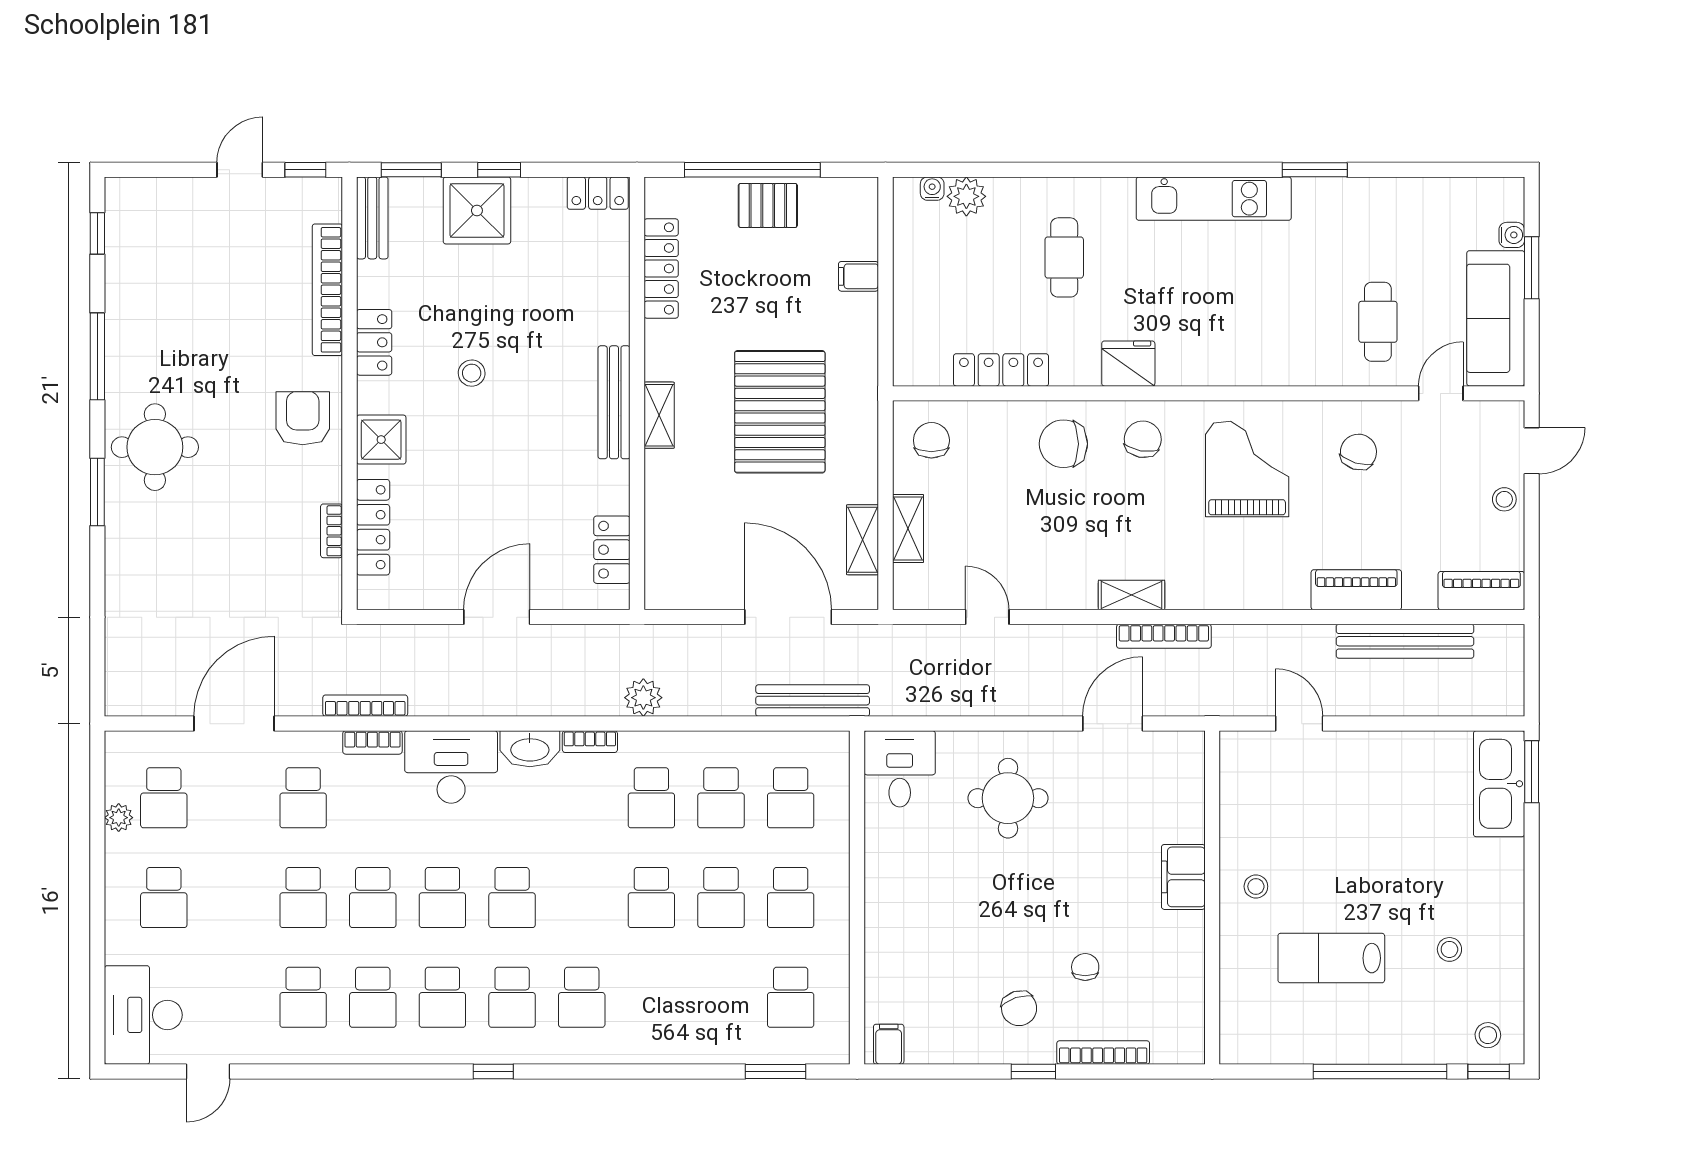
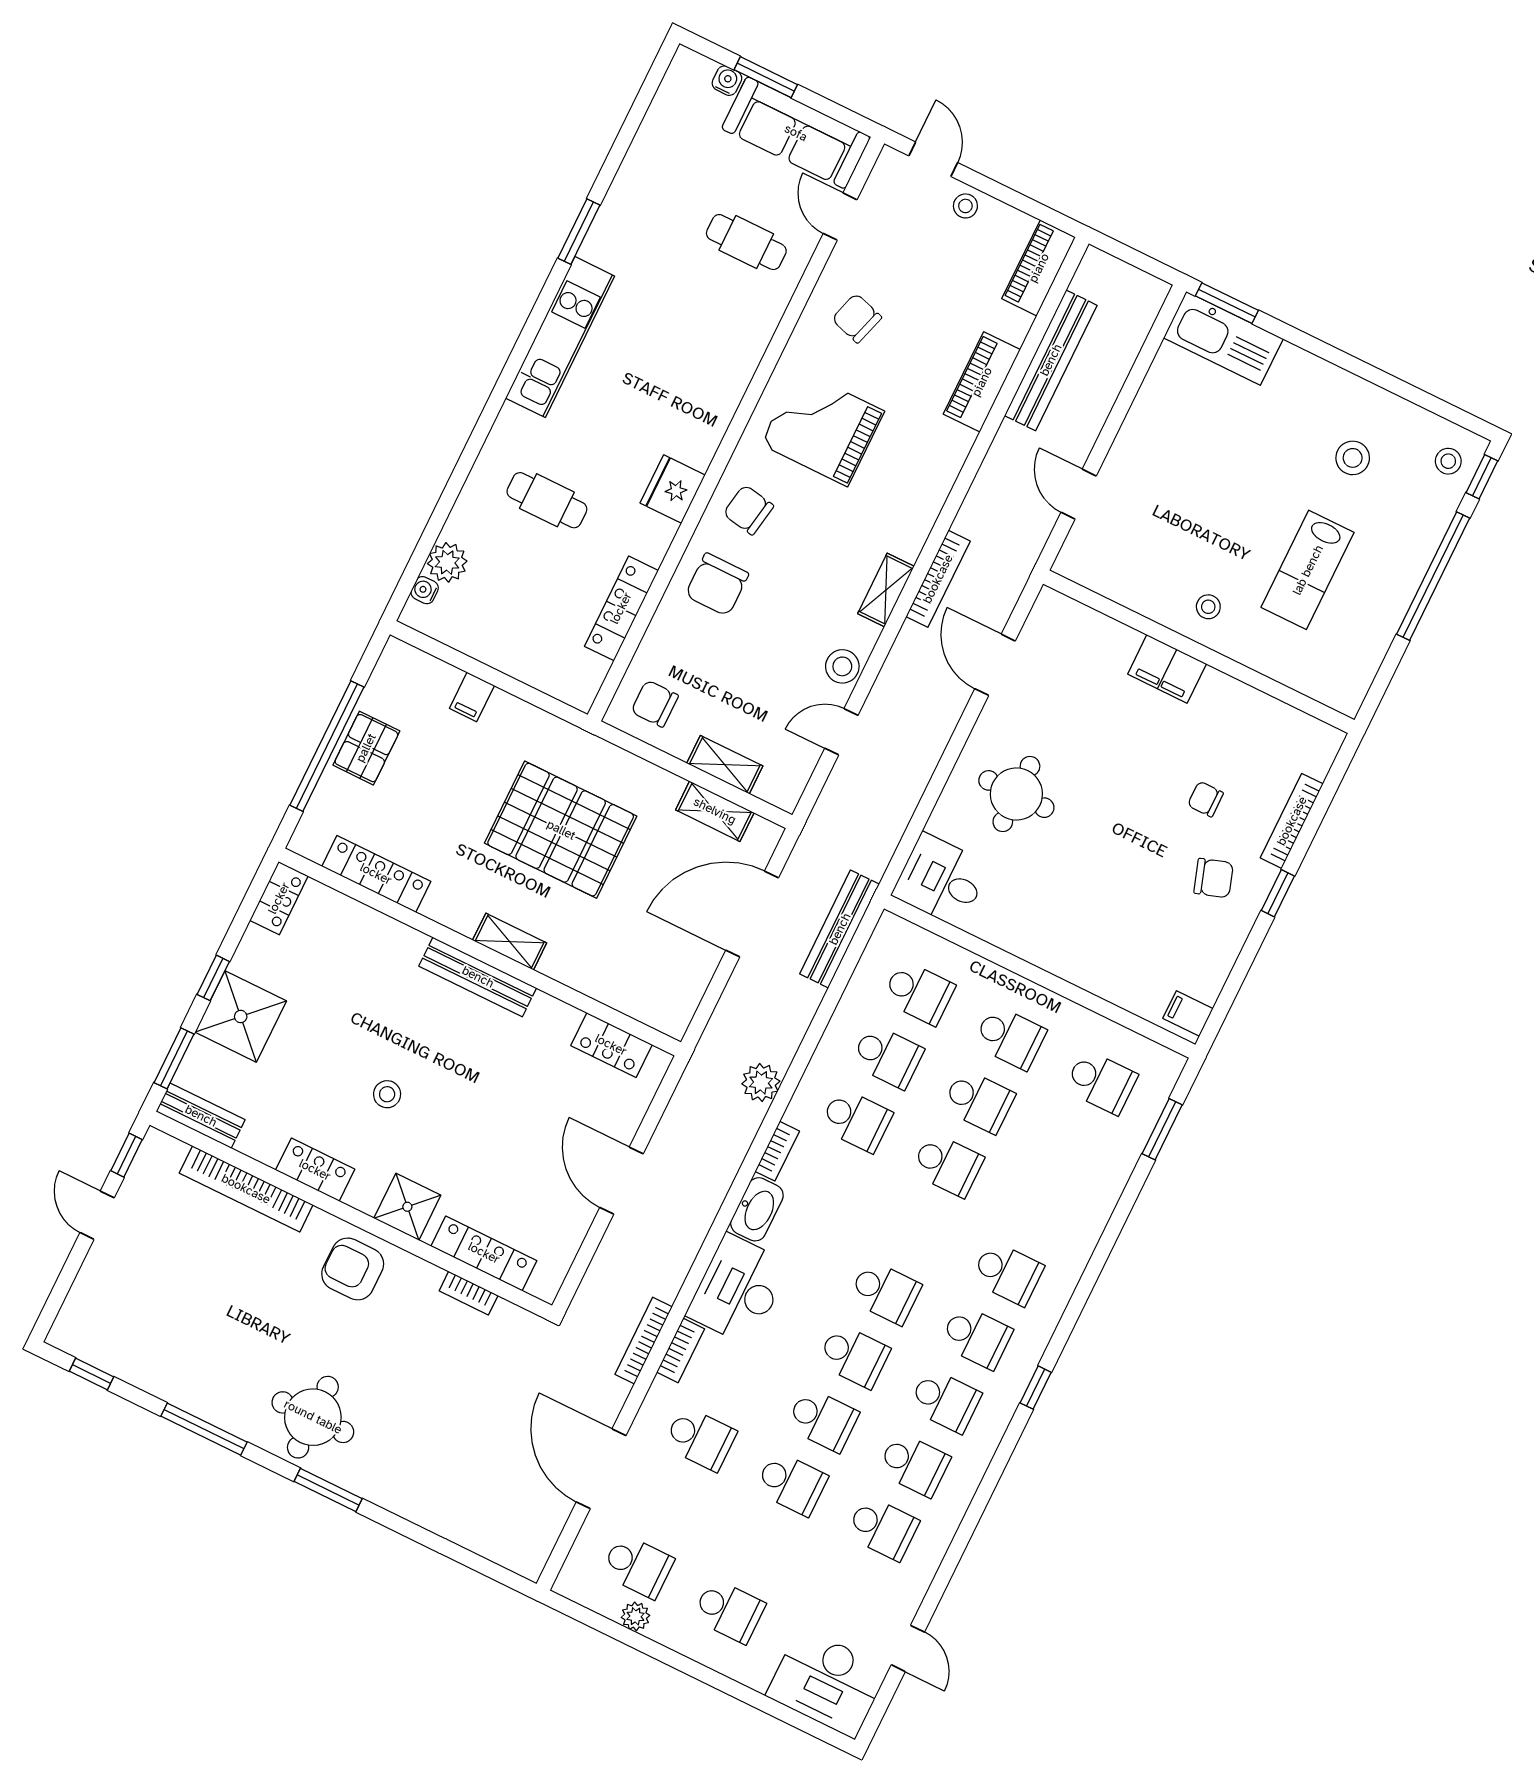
stool: (1045, 590) -> (842, 666), added
door: (1299, 724) -> (1079, 494), hinge flipped
stool: (1449, 949) -> (1353, 458), width x1.37, depth x1.37

